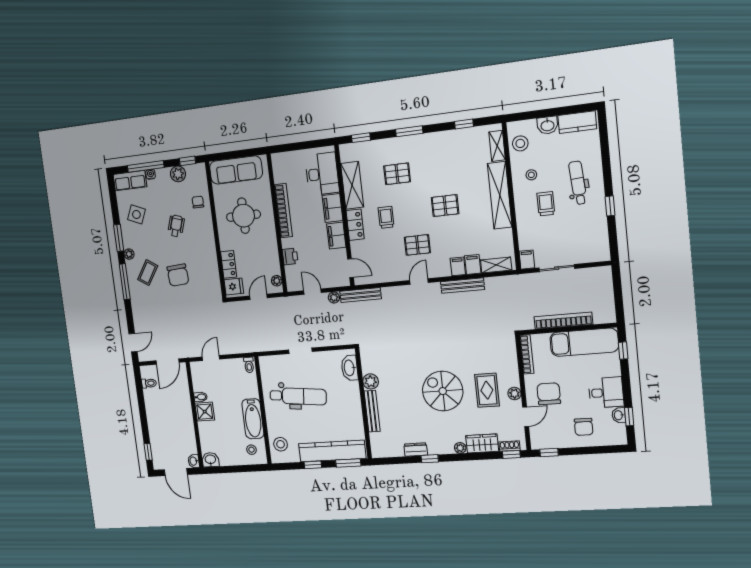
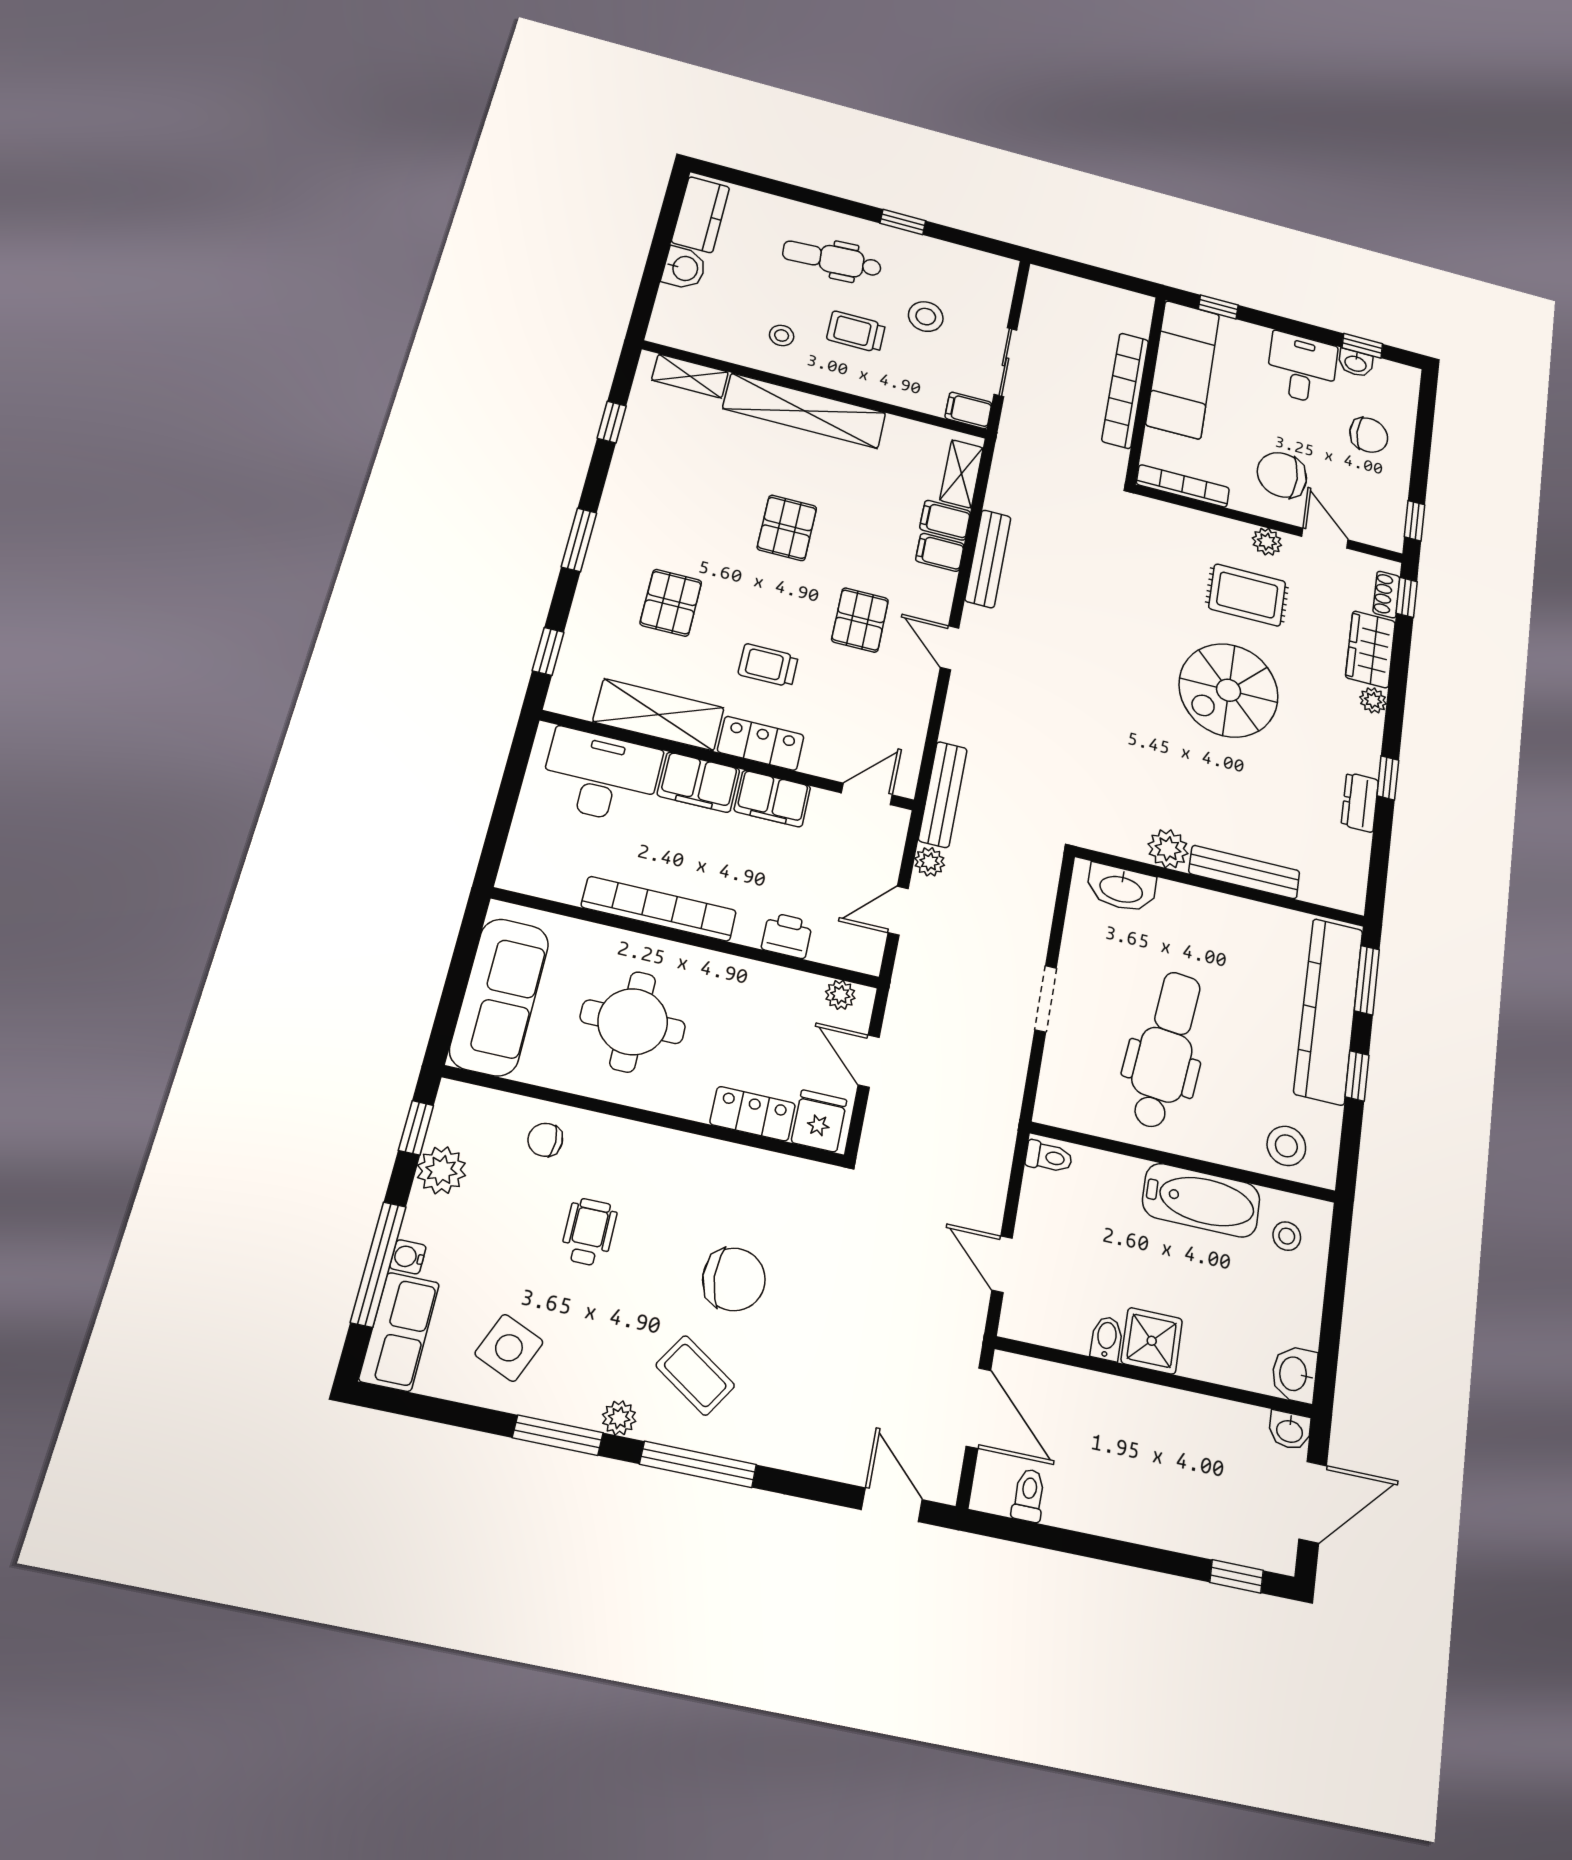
stool: (520, 143) -> (926, 317), moved
wheelchair: (176, 226) -> (589, 1232), turned 72

